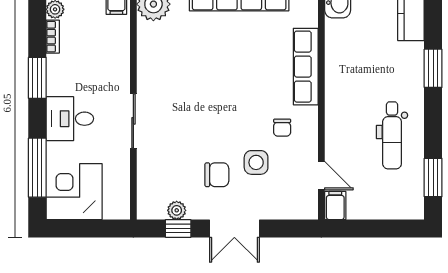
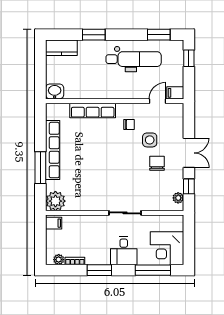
dental chair: (392, 135) -> (134, 59), width x1.36, depth x1.38
plant: (177, 210) -> (178, 198), moved
window: (394, 228) -> (189, 58), added

